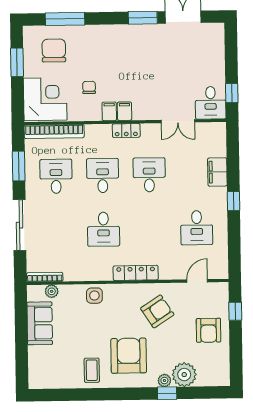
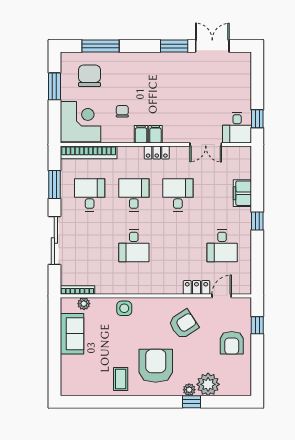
locker: (136, 273) -> (196, 287), moved, width x0.66

